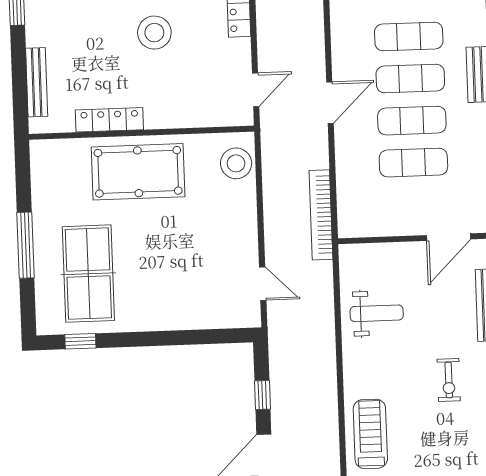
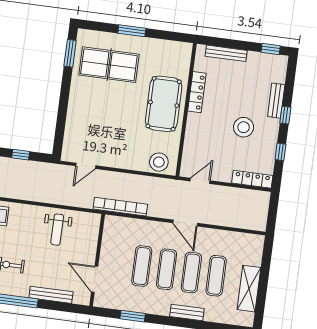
door: (256, 90) -> (200, 181), swing flipped
window: (26, 245) -> (132, 31), width x0.69
window: (80, 341) -> (70, 53), width x1.50

